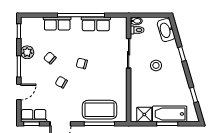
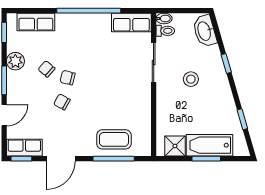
row of seats: (57, 24) -> (36, 22), moved
row of seats: (96, 24) -> (131, 23), moved
chair: (82, 63) -> (68, 78), moved
coffee table: (99, 110) -> (114, 139), width x0.73, depth x0.76

